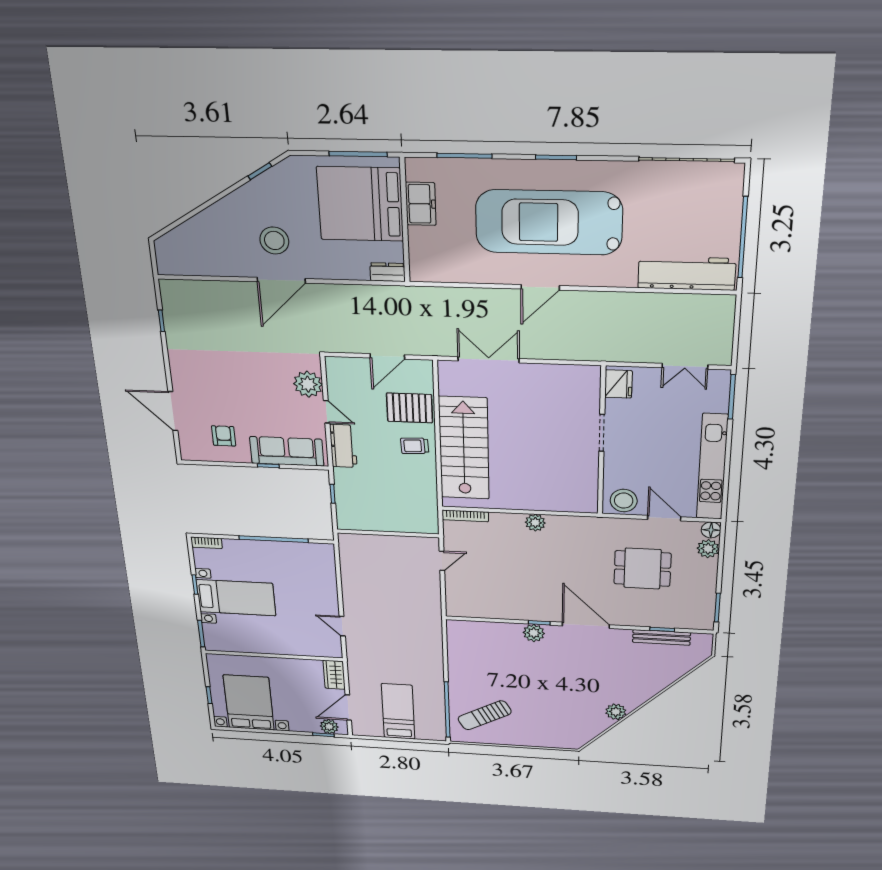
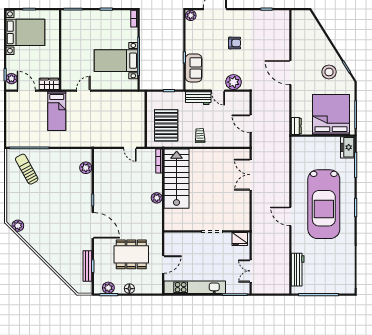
freezer: (421, 204) -> (348, 147), moved, turned 90
car: (549, 222) -> (324, 204), turned 180
stool: (274, 240) -> (329, 72), moved
workbench: (687, 273) -> (298, 270), width x0.73, depth x0.76
door: (540, 287) -> (290, 216), moved
double door: (489, 360) -> (251, 175), swing flipped
pallet: (410, 408) -> (166, 125), moved, width x1.37, depth x1.41
door: (327, 412) -> (218, 91), hinge flipped
armchair: (224, 436) -> (235, 43), moved
stairs: (464, 448) -> (177, 179), moved, turned -90
sofa: (287, 451) -> (194, 68), width x0.73
plant: (190, 452) -> (191, 15), added
stool: (624, 501) -> (173, 243), removed
floor lamp: (711, 530) -> (129, 289), moved
plant: (708, 549) -> (108, 288), moved
dining table: (642, 569) -> (131, 254), width x1.38
bed with nightstands: (236, 598) -> (116, 61), moved, turned 90
door: (586, 625) -> (93, 225), hinge flipped
plant: (534, 633) -> (86, 168), moved
bed: (398, 711) -> (57, 111), moved, turned 90
plant: (616, 712) -> (18, 226), moved

